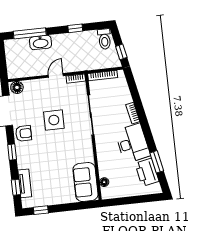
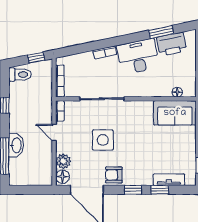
plant: (31, 87) -> (63, 161), added
armchair: (24, 133) -> (114, 175), turned -90
window: (16, 187) -> (160, 190), moved

